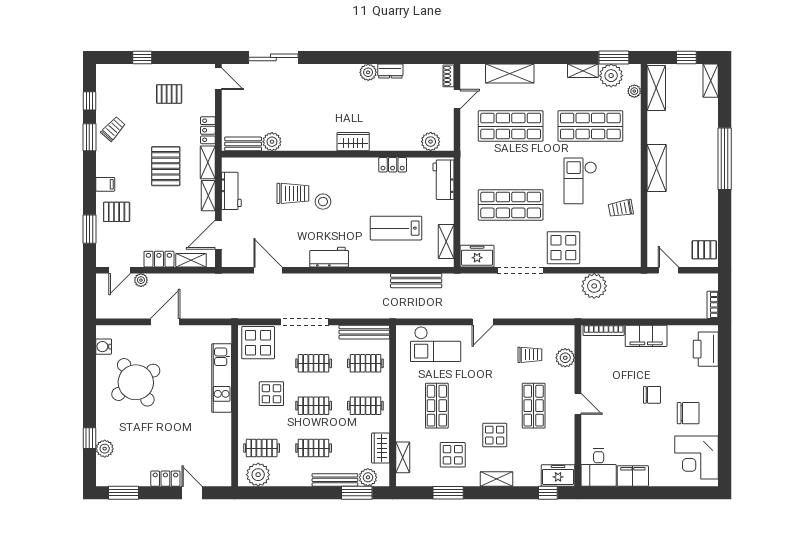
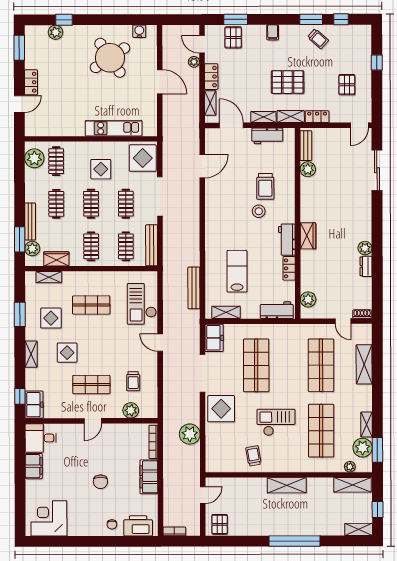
pallet: (117, 212) -> (233, 37), moved
workbench: (329, 257) -> (287, 240), moved, turned 180
chair: (688, 413) -> (112, 524), moved, width x0.54, depth x0.54

